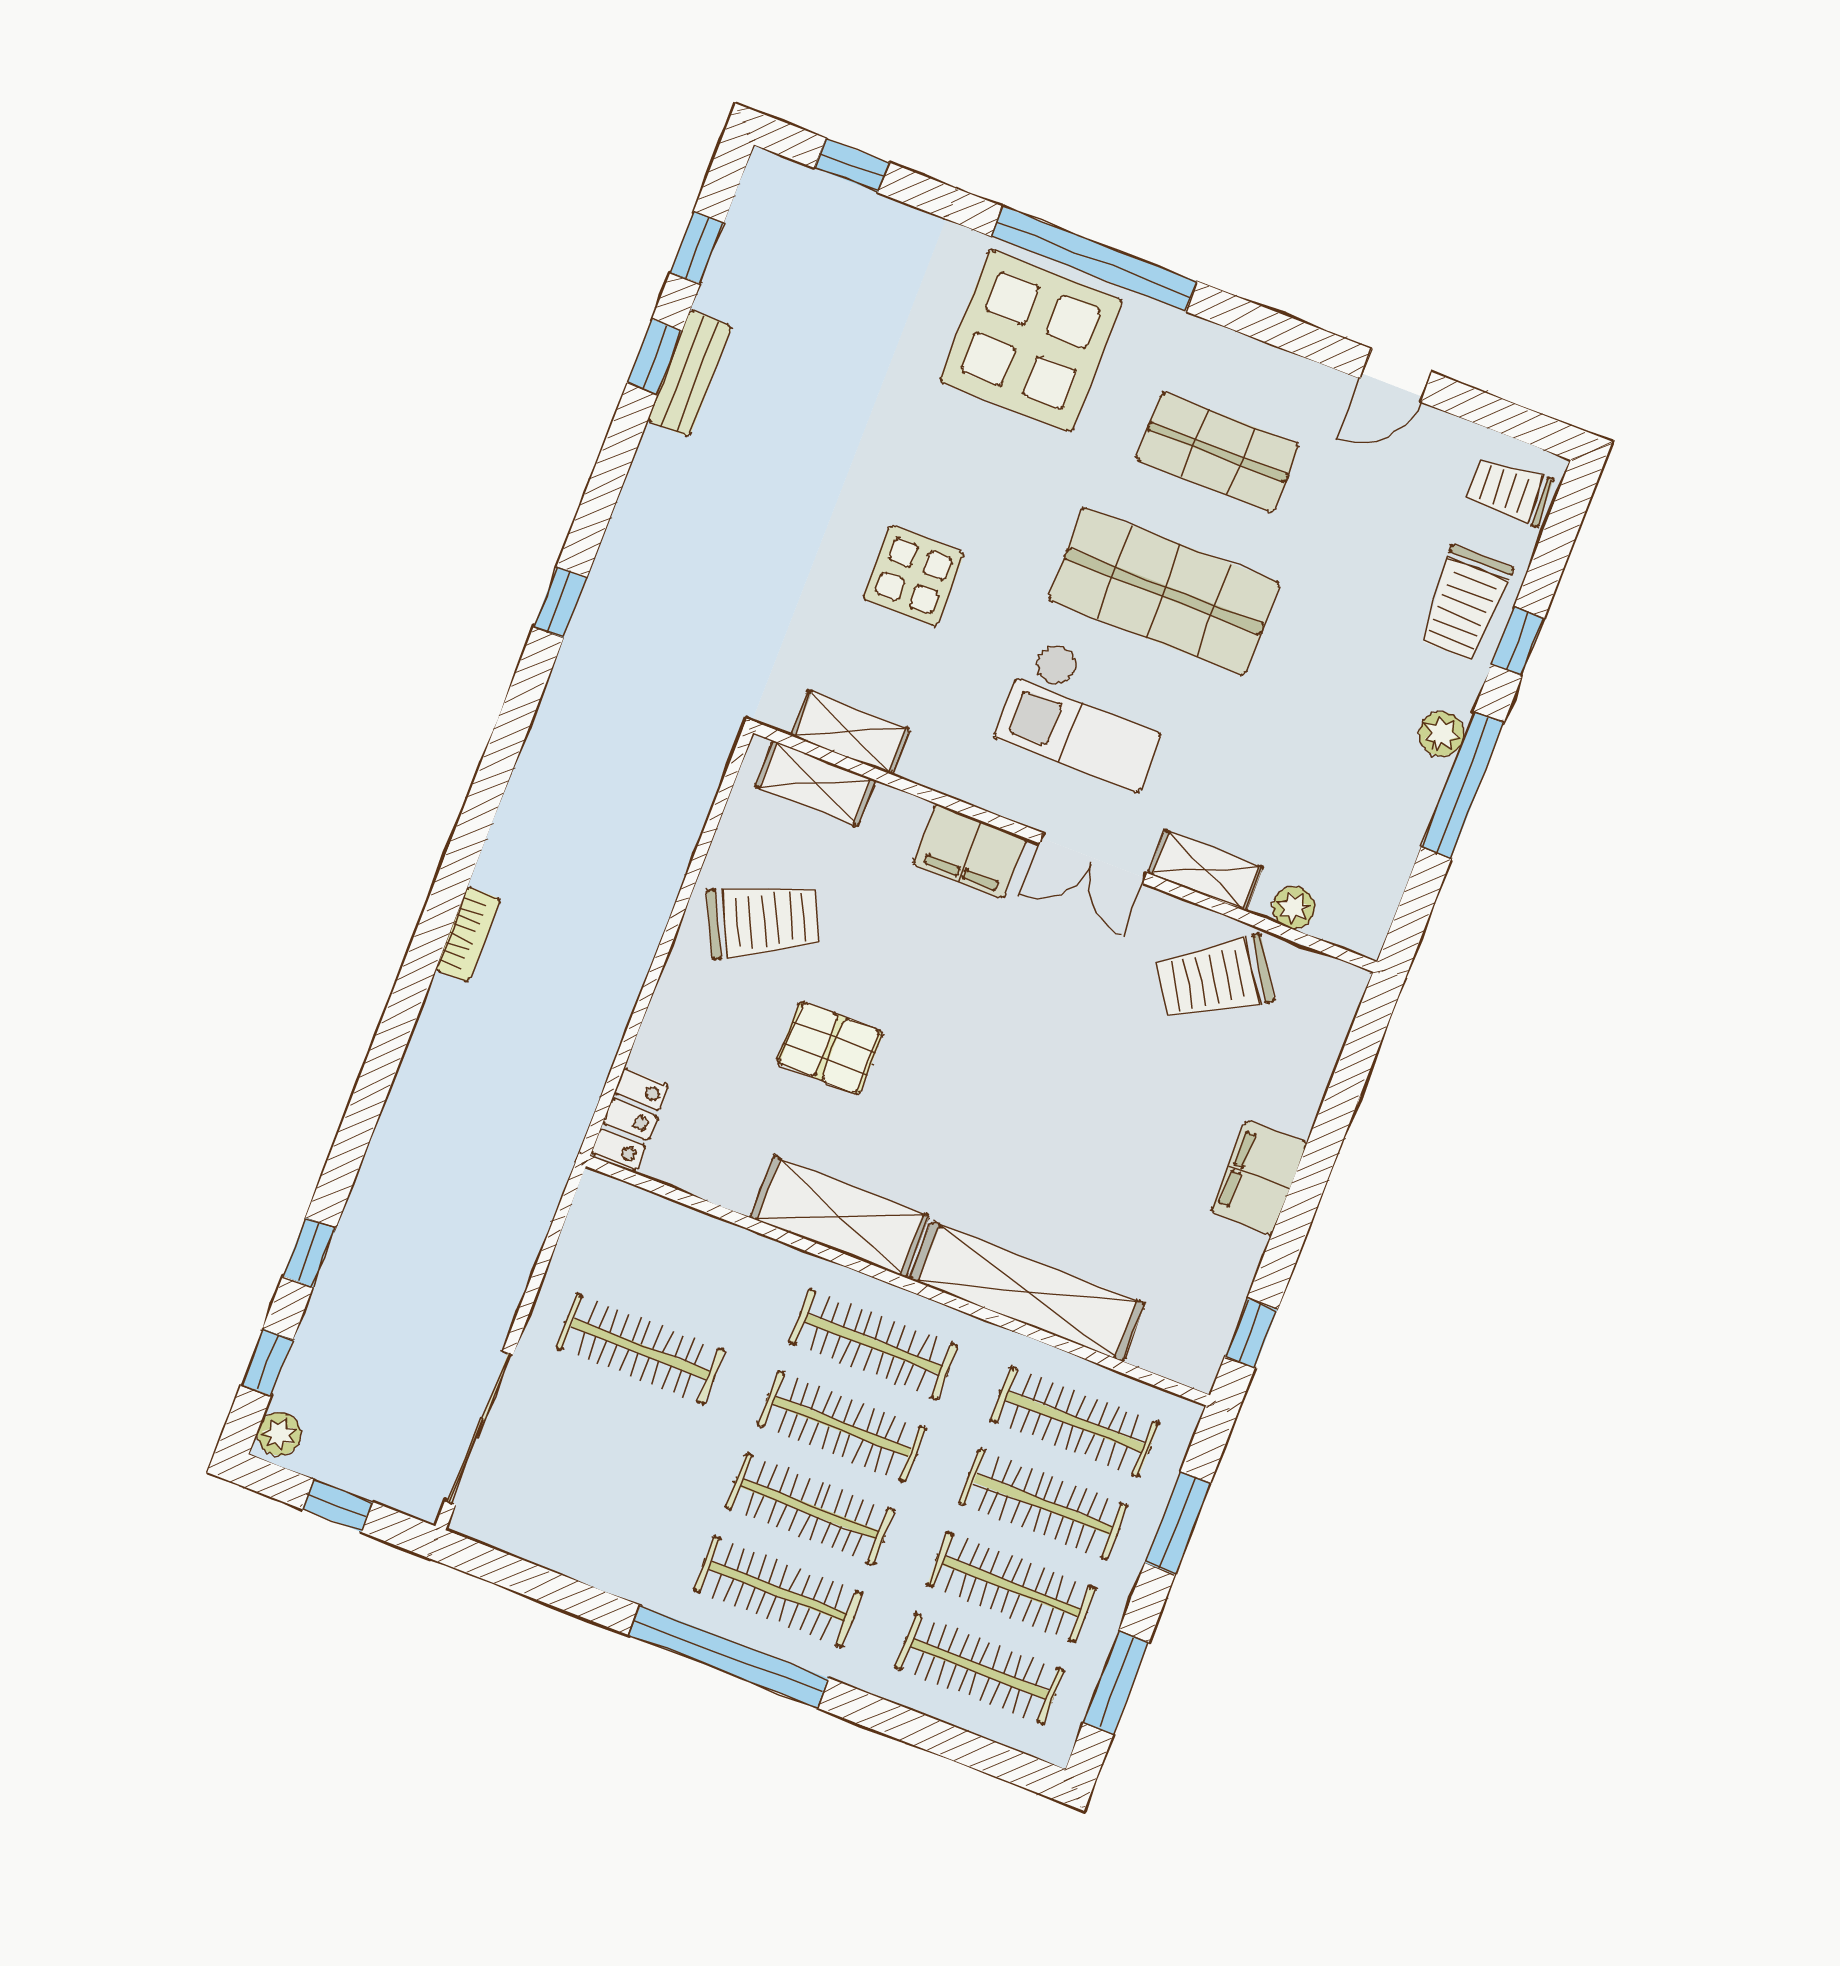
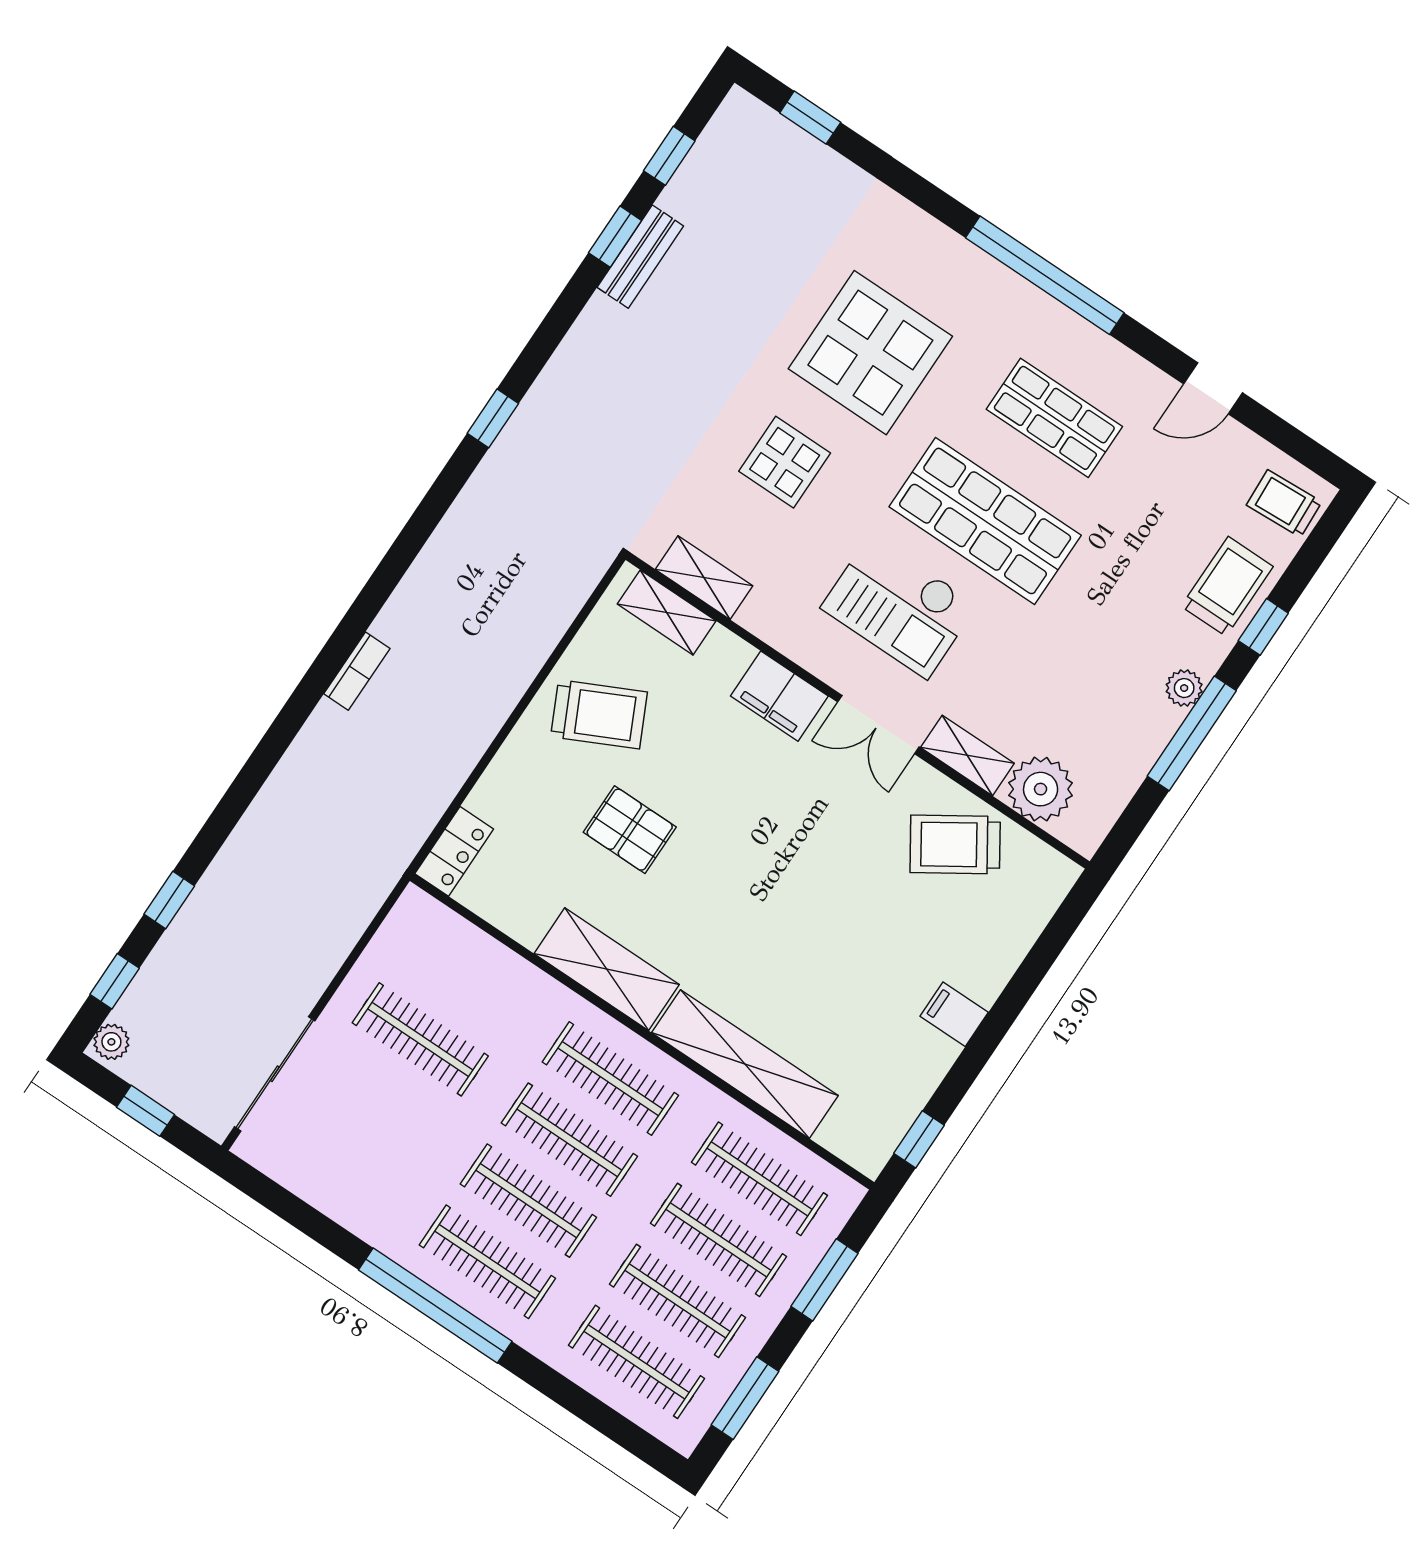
window: (1094, 259) -> (1045, 275), moved
display table: (1031, 341) -> (870, 353), moved
trolley: (1465, 603) -> (1227, 586), turned 180
plant: (1294, 908) -> (1041, 789), width x1.87, depth x1.87
filing cabinet: (1259, 1177) -> (954, 1014), width x0.50

